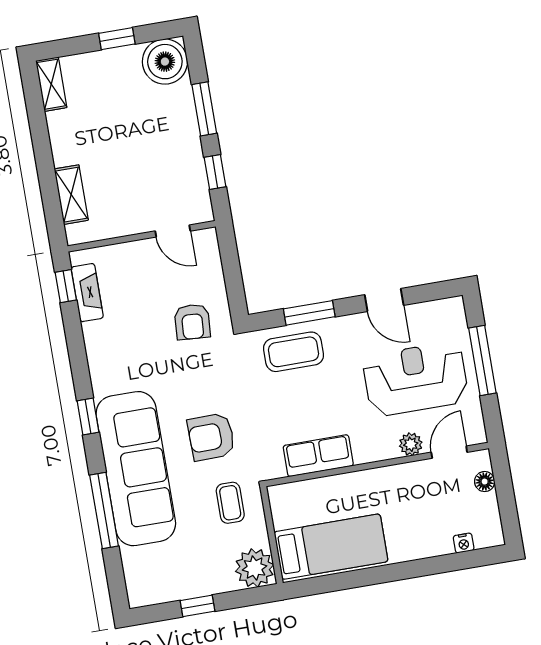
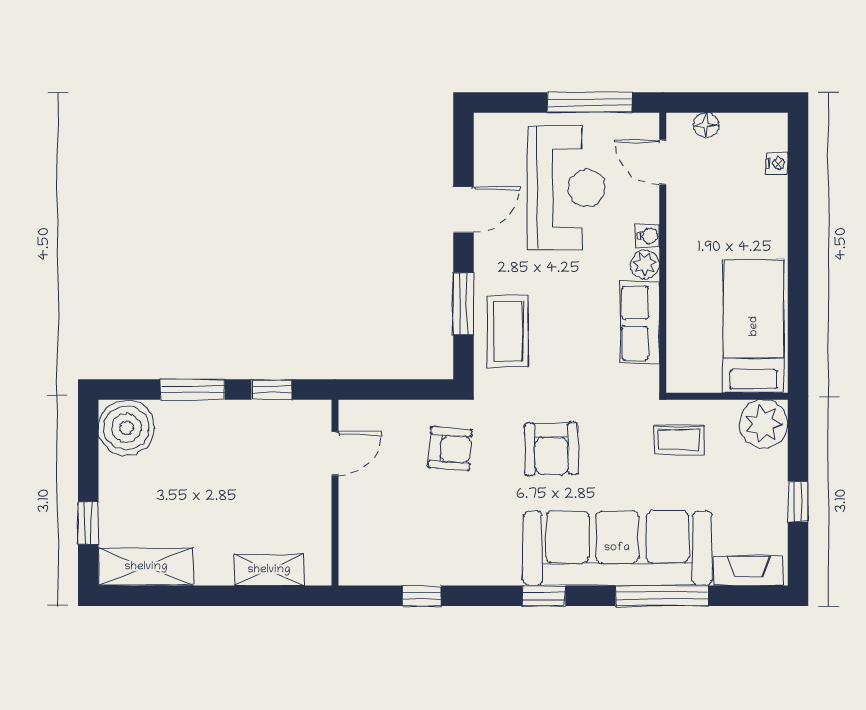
window: (117, 39) -> (88, 523), moved
shelving: (51, 84) -> (146, 567), width x1.50, depth x1.33
window: (66, 286) -> (422, 596), moved
fireplace: (87, 293) -> (749, 571), moved
window: (482, 361) -> (590, 102), moved
reception desk: (416, 379) -> (566, 188), turned 180
armchair: (211, 437) -> (552, 449), moved
plant: (411, 444) -> (645, 264), moved
water cooler: (388, 450) -> (648, 236), added

